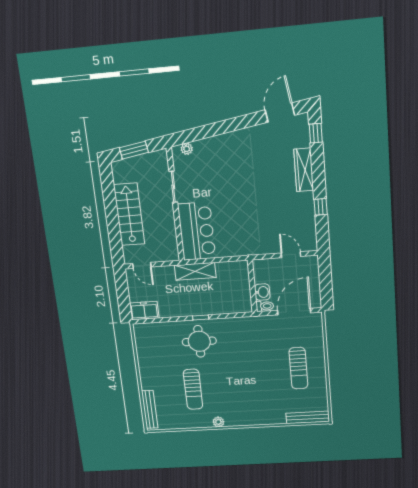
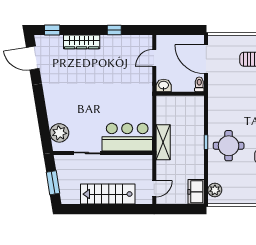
plant: (187, 149) -> (59, 133), width x1.88, depth x1.88
washbasin: (262, 292) -> (164, 85), moved
plant: (149, 330) -> (215, 190), added

